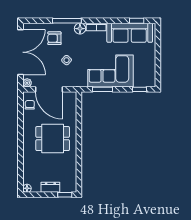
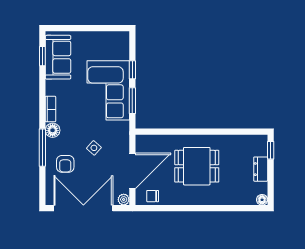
sofa: (130, 33) -> (58, 57), width x0.73
window: (140, 89) -> (132, 70), moved
dining table: (53, 139) -> (197, 166), turned 90

